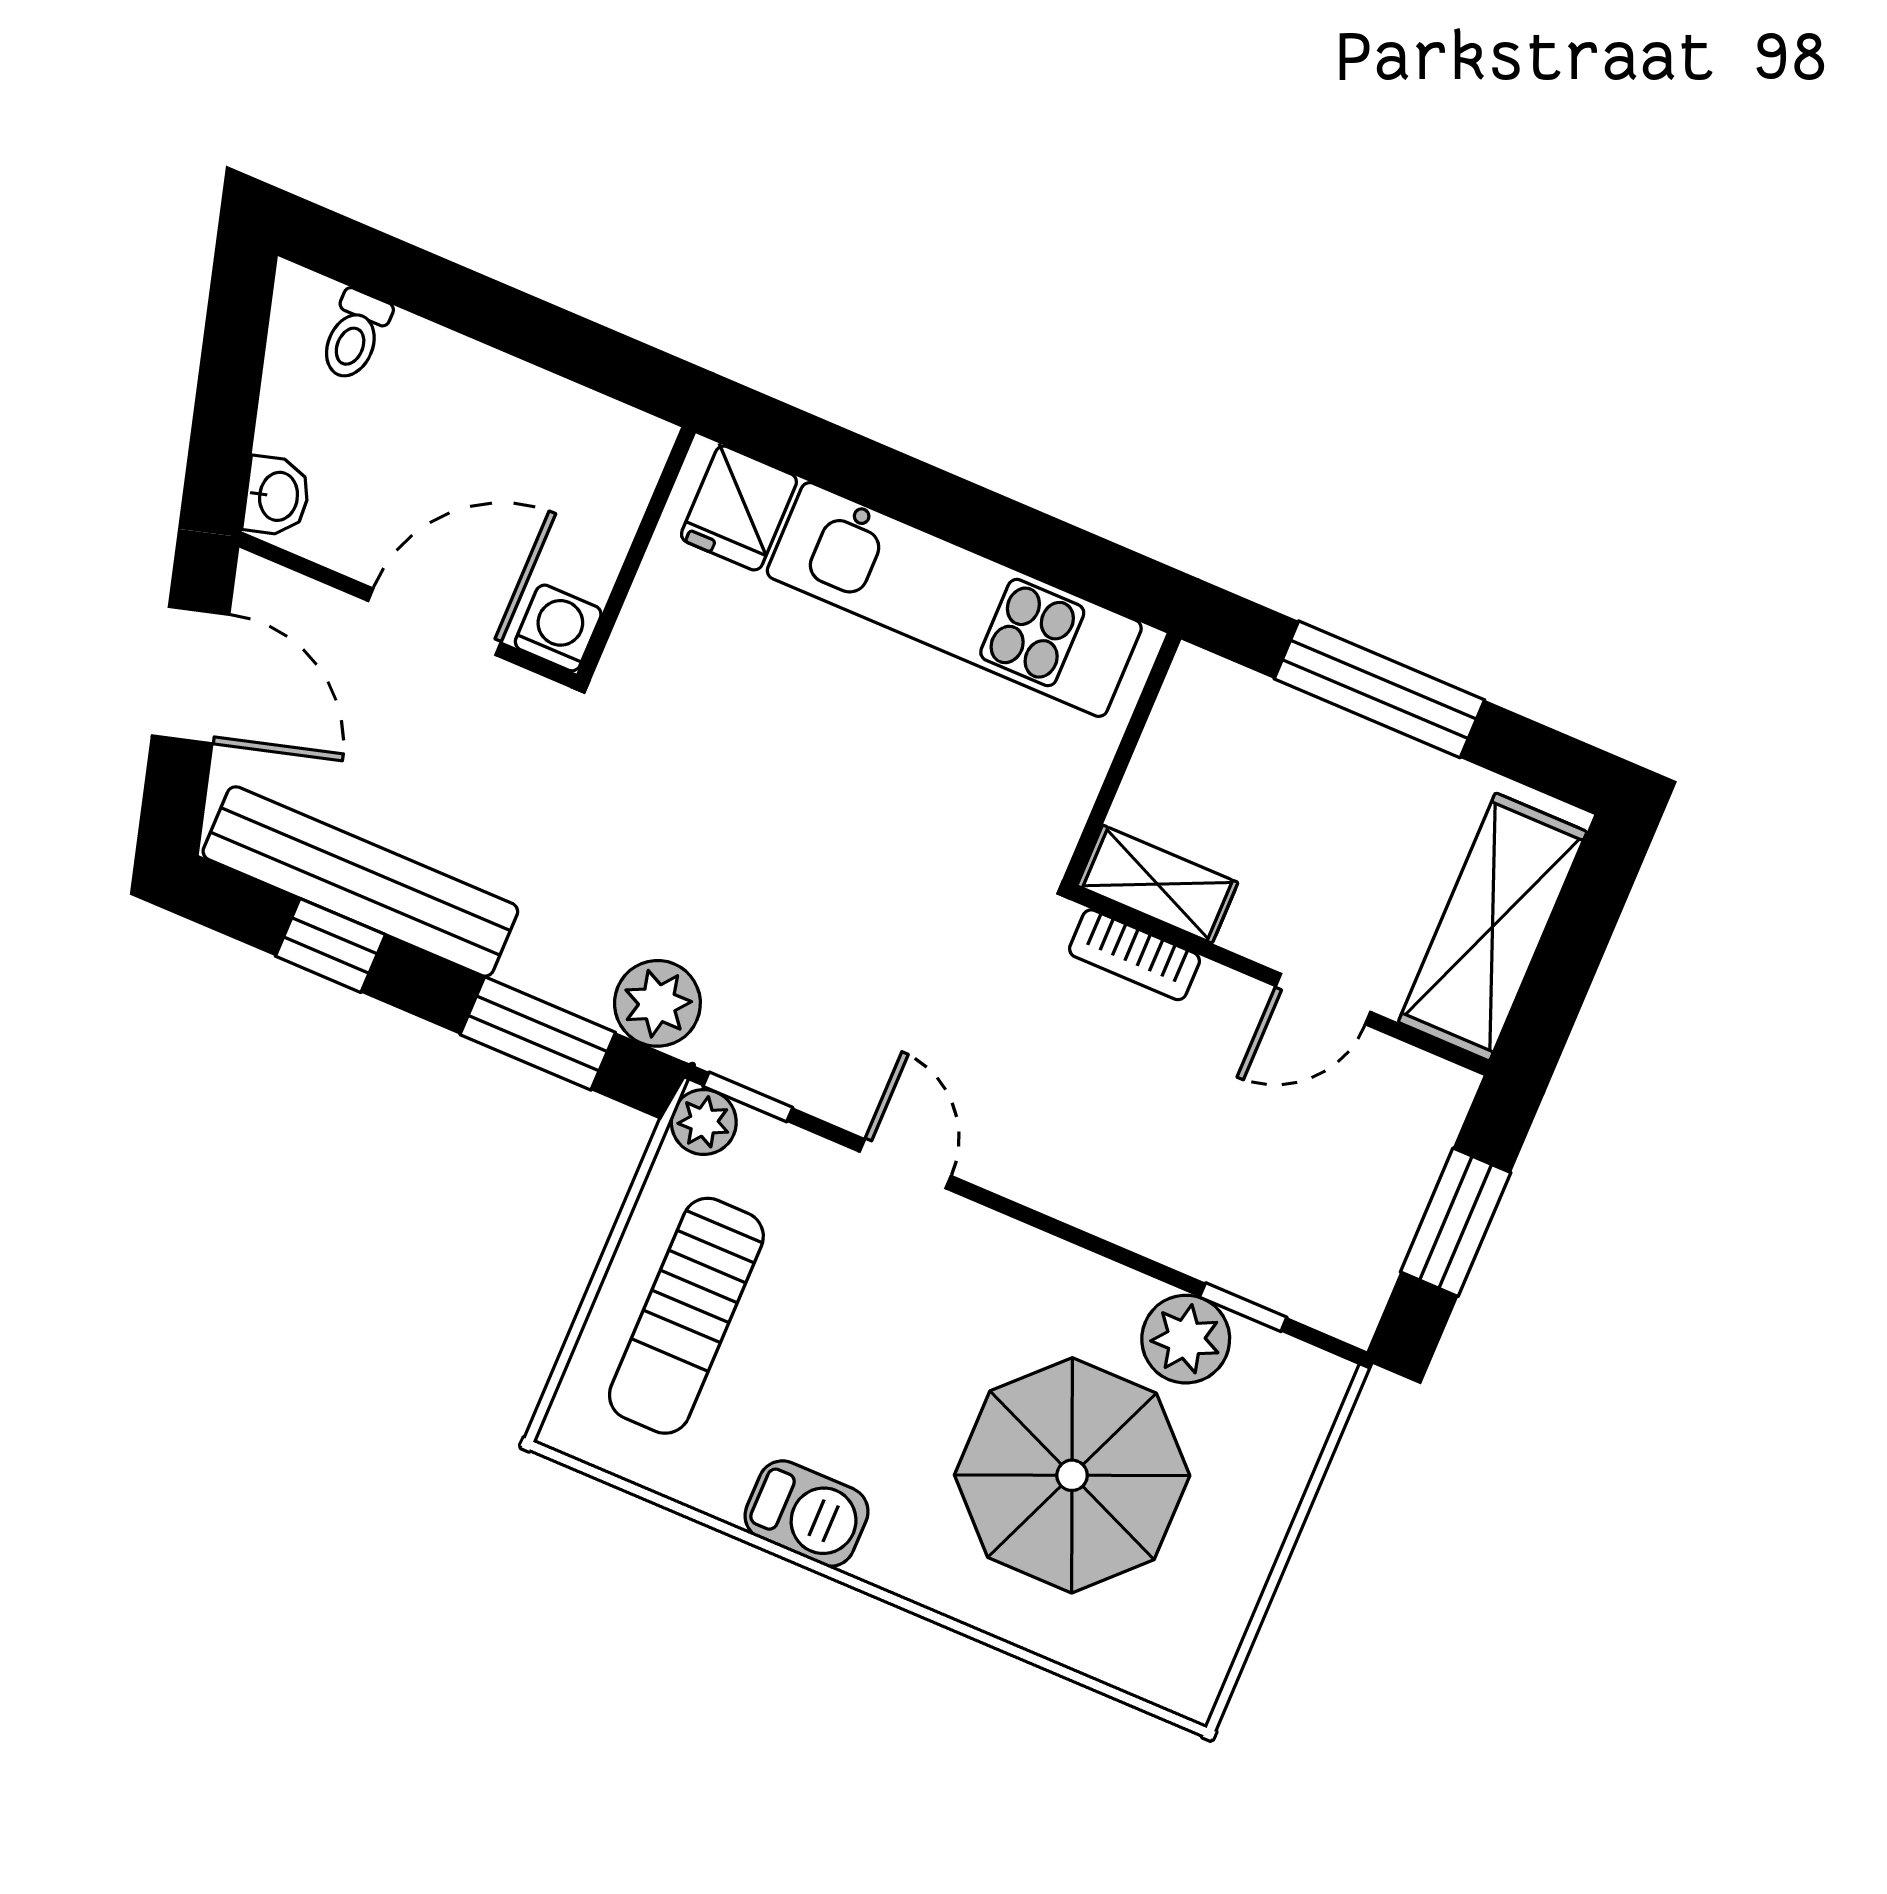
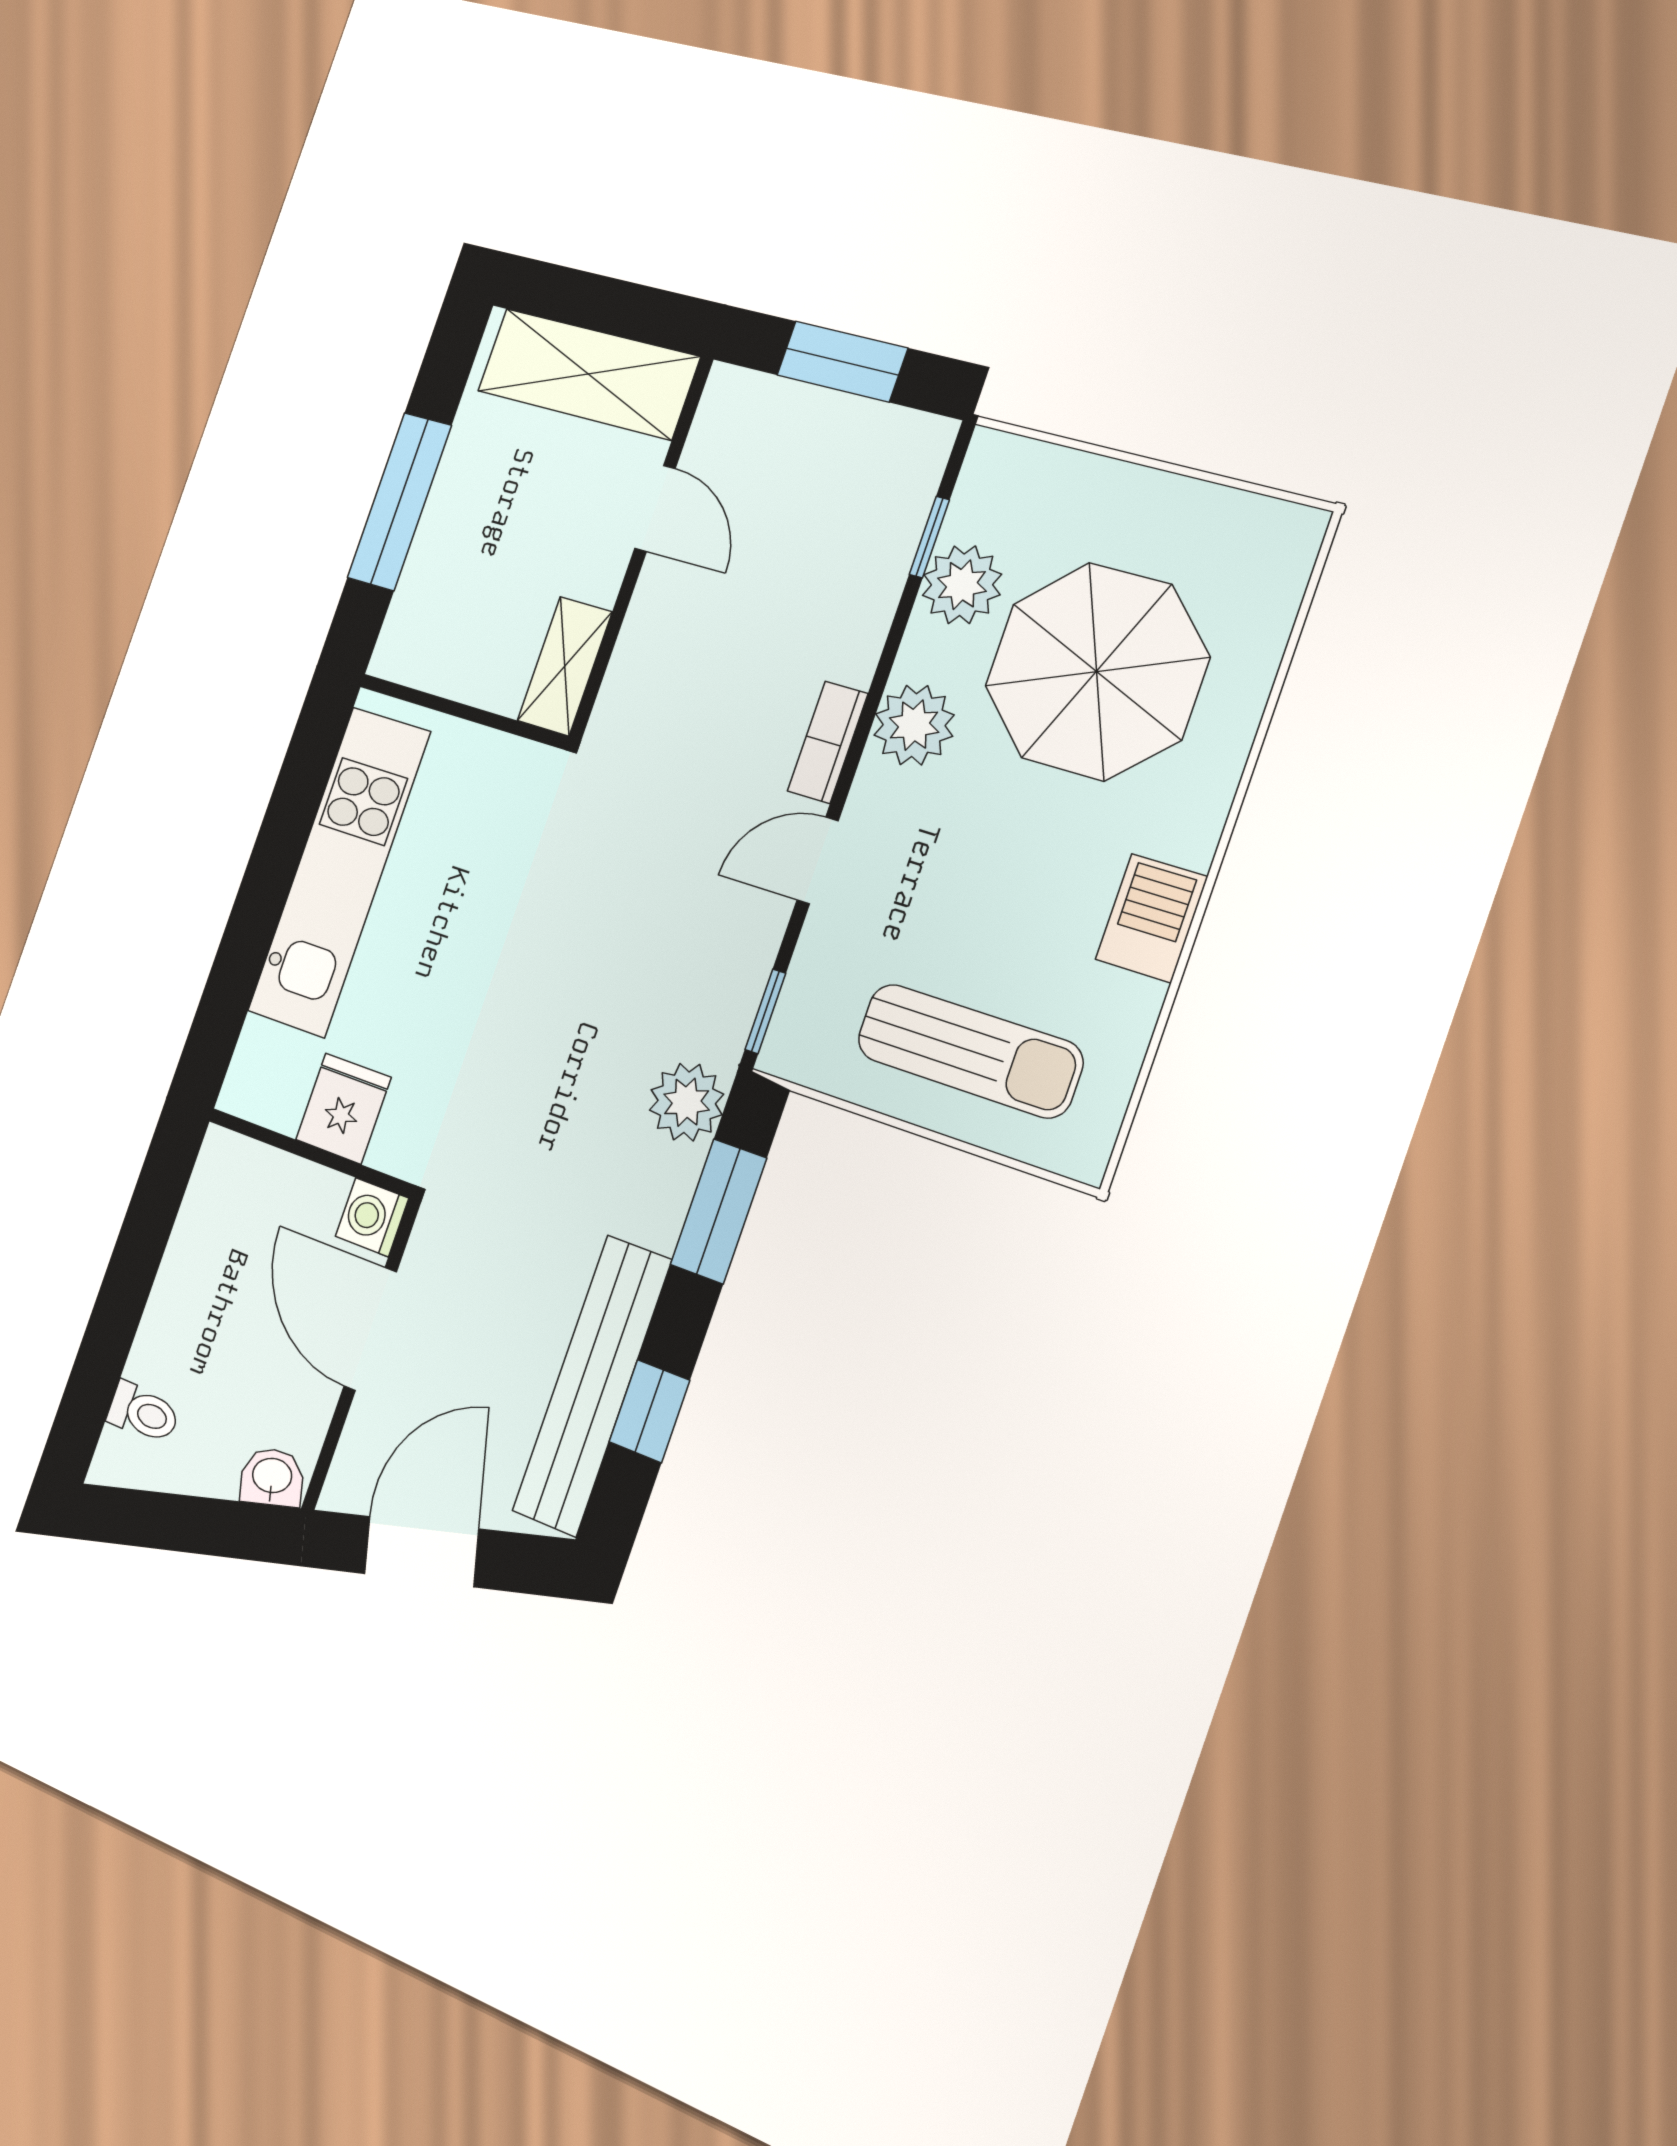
fridge: (739, 508) -> (343, 1108), moved, turned -90
bookcase: (1134, 955) -> (828, 742), moved, turned 180
plant: (704, 1122) -> (914, 725), moved, width x1.38, depth x1.38

